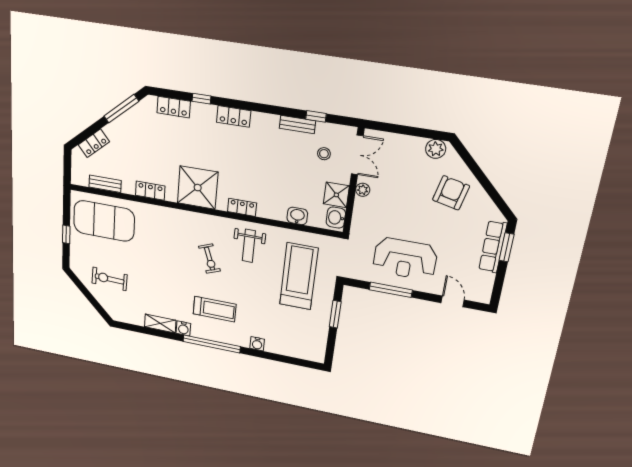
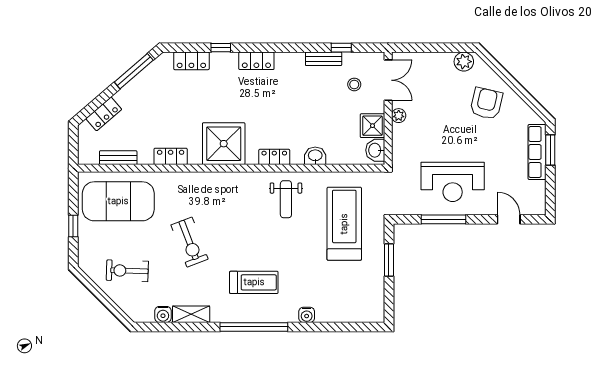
washbasin: (297, 216) -> (315, 156), moved
exercise bike: (209, 259) -> (190, 242), moved, width x1.38, depth x1.39
water cooler: (183, 328) -> (163, 314), moved

